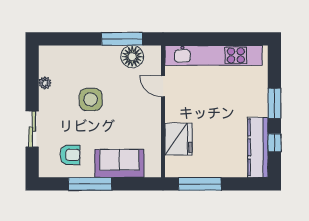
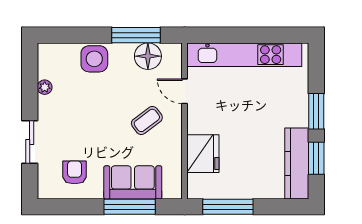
side table: (91, 100) -> (94, 59), moved
coffee table: (131, 111) -> (147, 120), added
window: (274, 143) -> (316, 158), width x1.50
armchair: (70, 155) -> (74, 172), turned -90
window: (90, 184) -> (130, 207), moved

